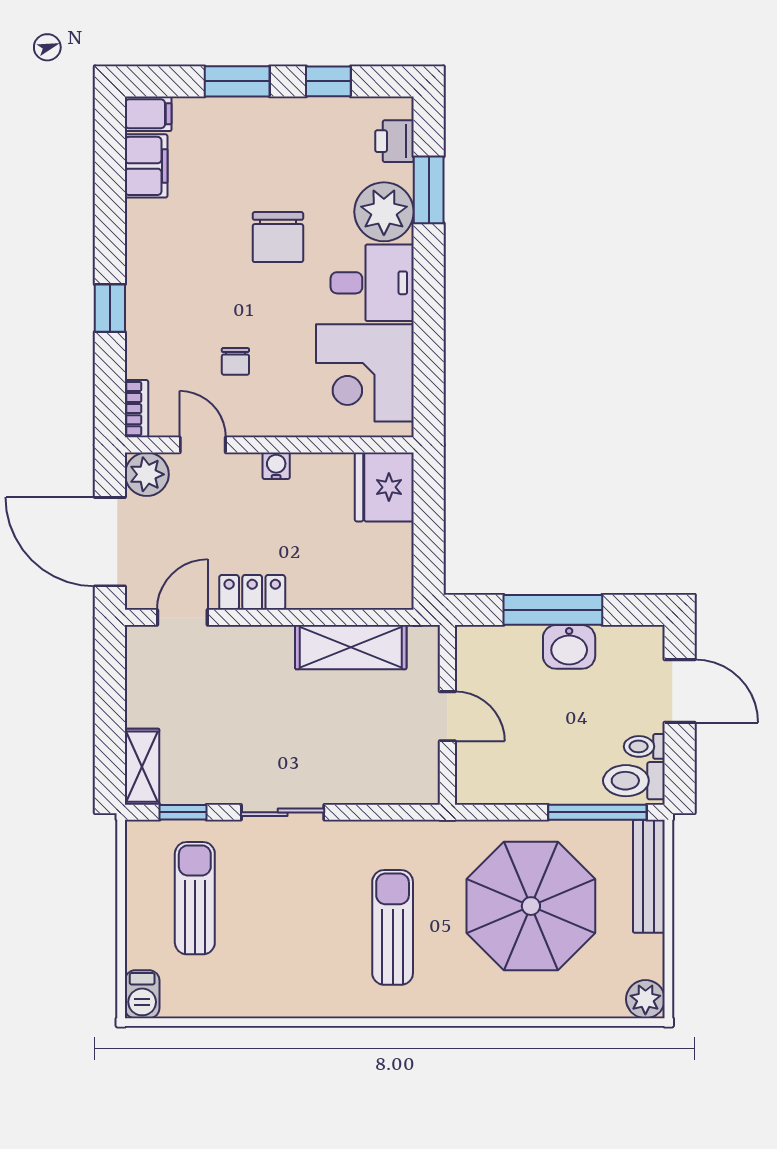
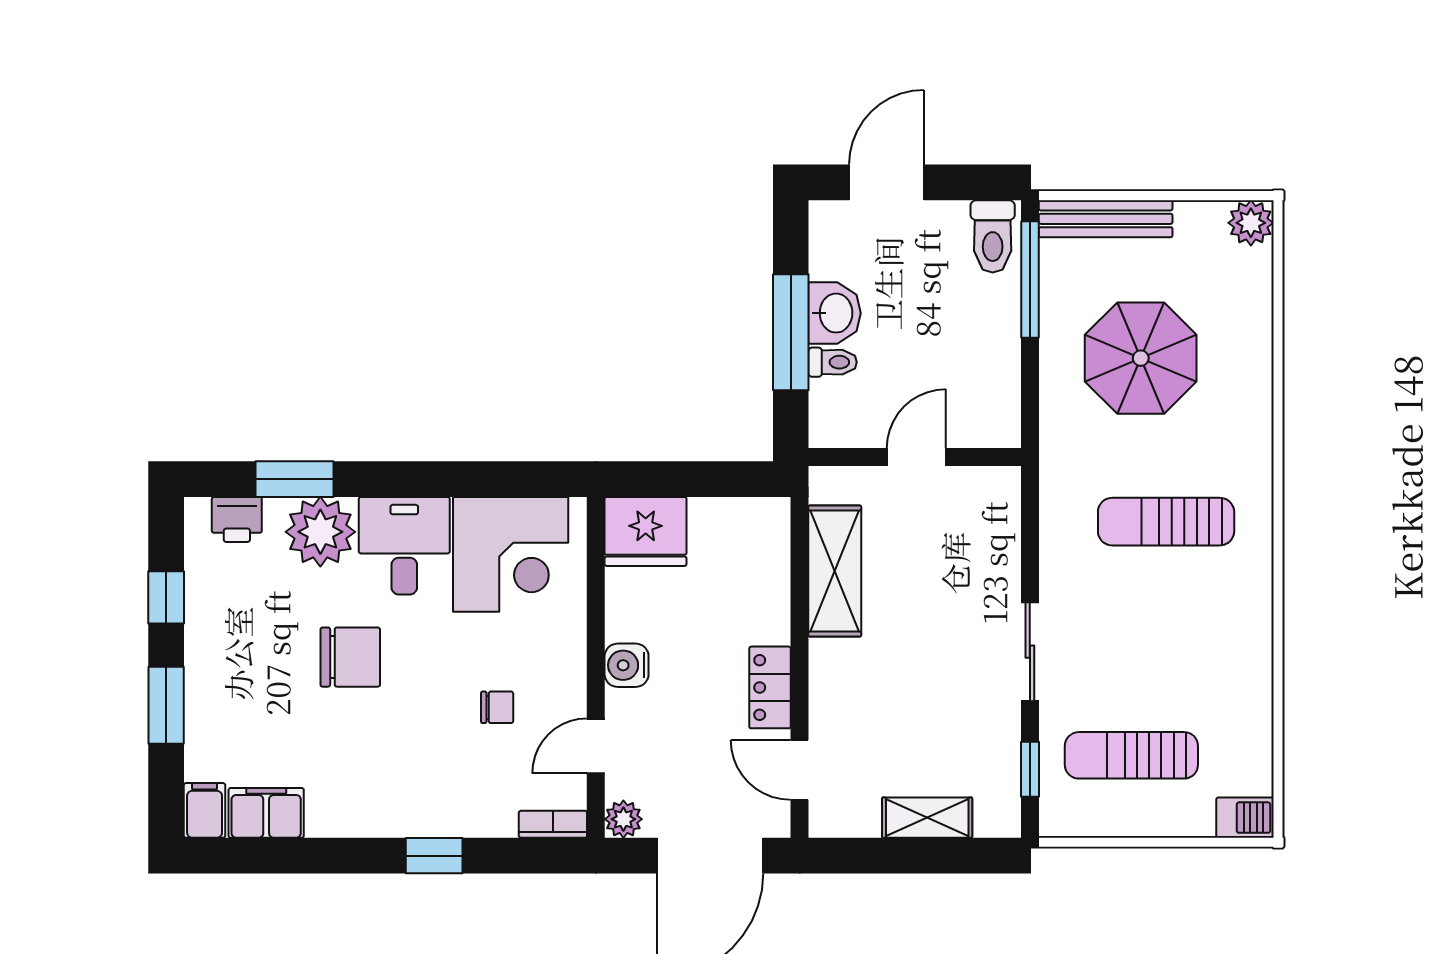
water cooler: (276, 466) -> (627, 665), width x1.38, depth x1.38
plant: (147, 474) -> (623, 819), width x0.73, depth x0.73
toilet: (644, 746) -> (833, 362), moved, turned -90
shelving: (142, 767) -> (927, 818), moved
parasol: (531, 906) -> (1141, 358), width x0.73, depth x0.73

